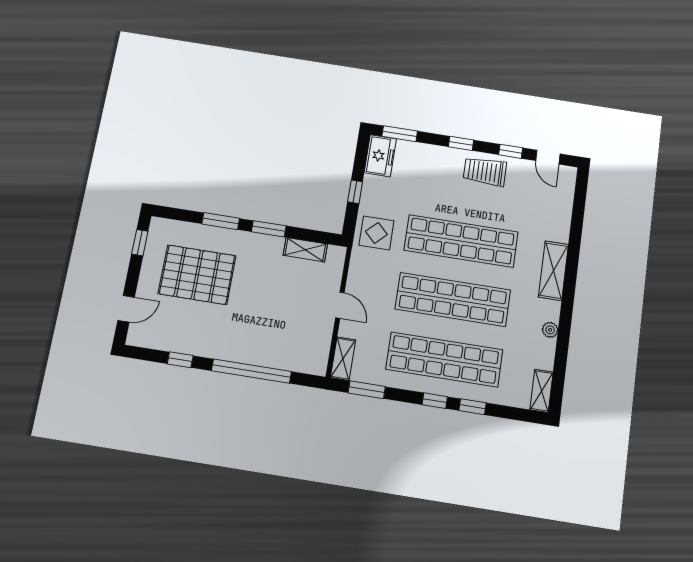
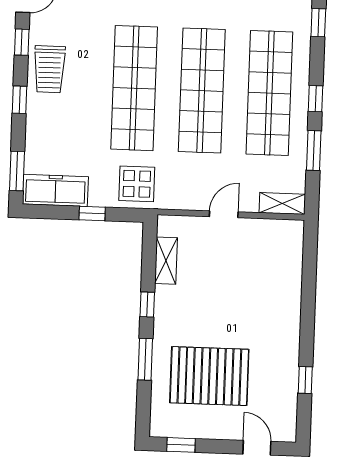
freezer: (380, 156) -> (55, 190), width x1.40
window: (269, 229) -> (147, 305), width x0.67
pallet: (197, 275) -> (209, 376), turned 90
window: (251, 371) -> (308, 301), removed
window: (367, 390) -> (314, 150), moved
window: (472, 407) -> (318, 23), moved

